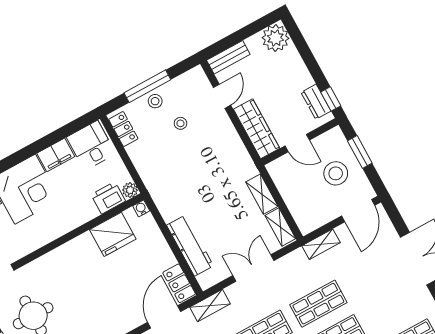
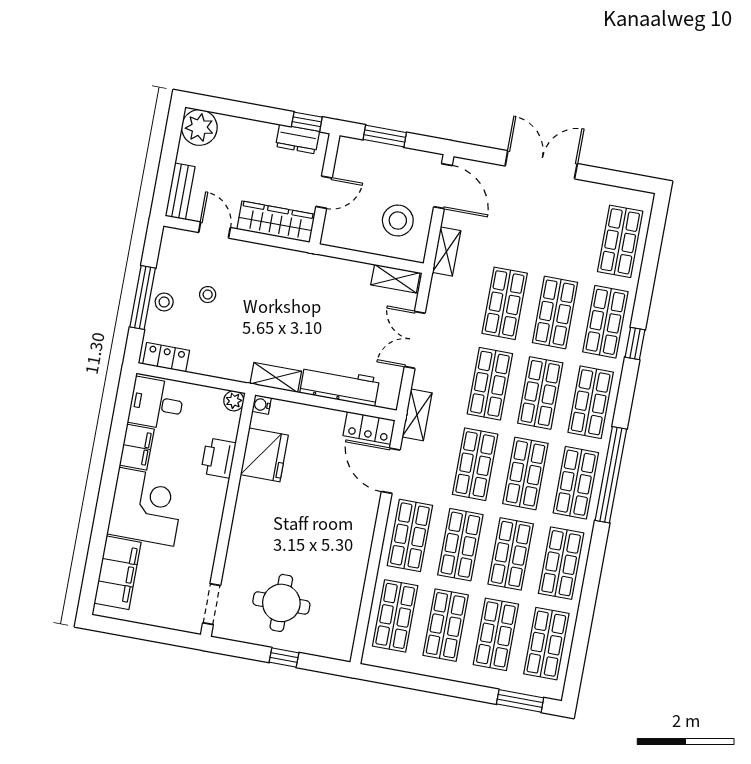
stool: (336, 173) -> (398, 220), moved
shelving: (262, 194) -> (276, 377), moved
printer: (108, 198) -> (218, 458), moved

